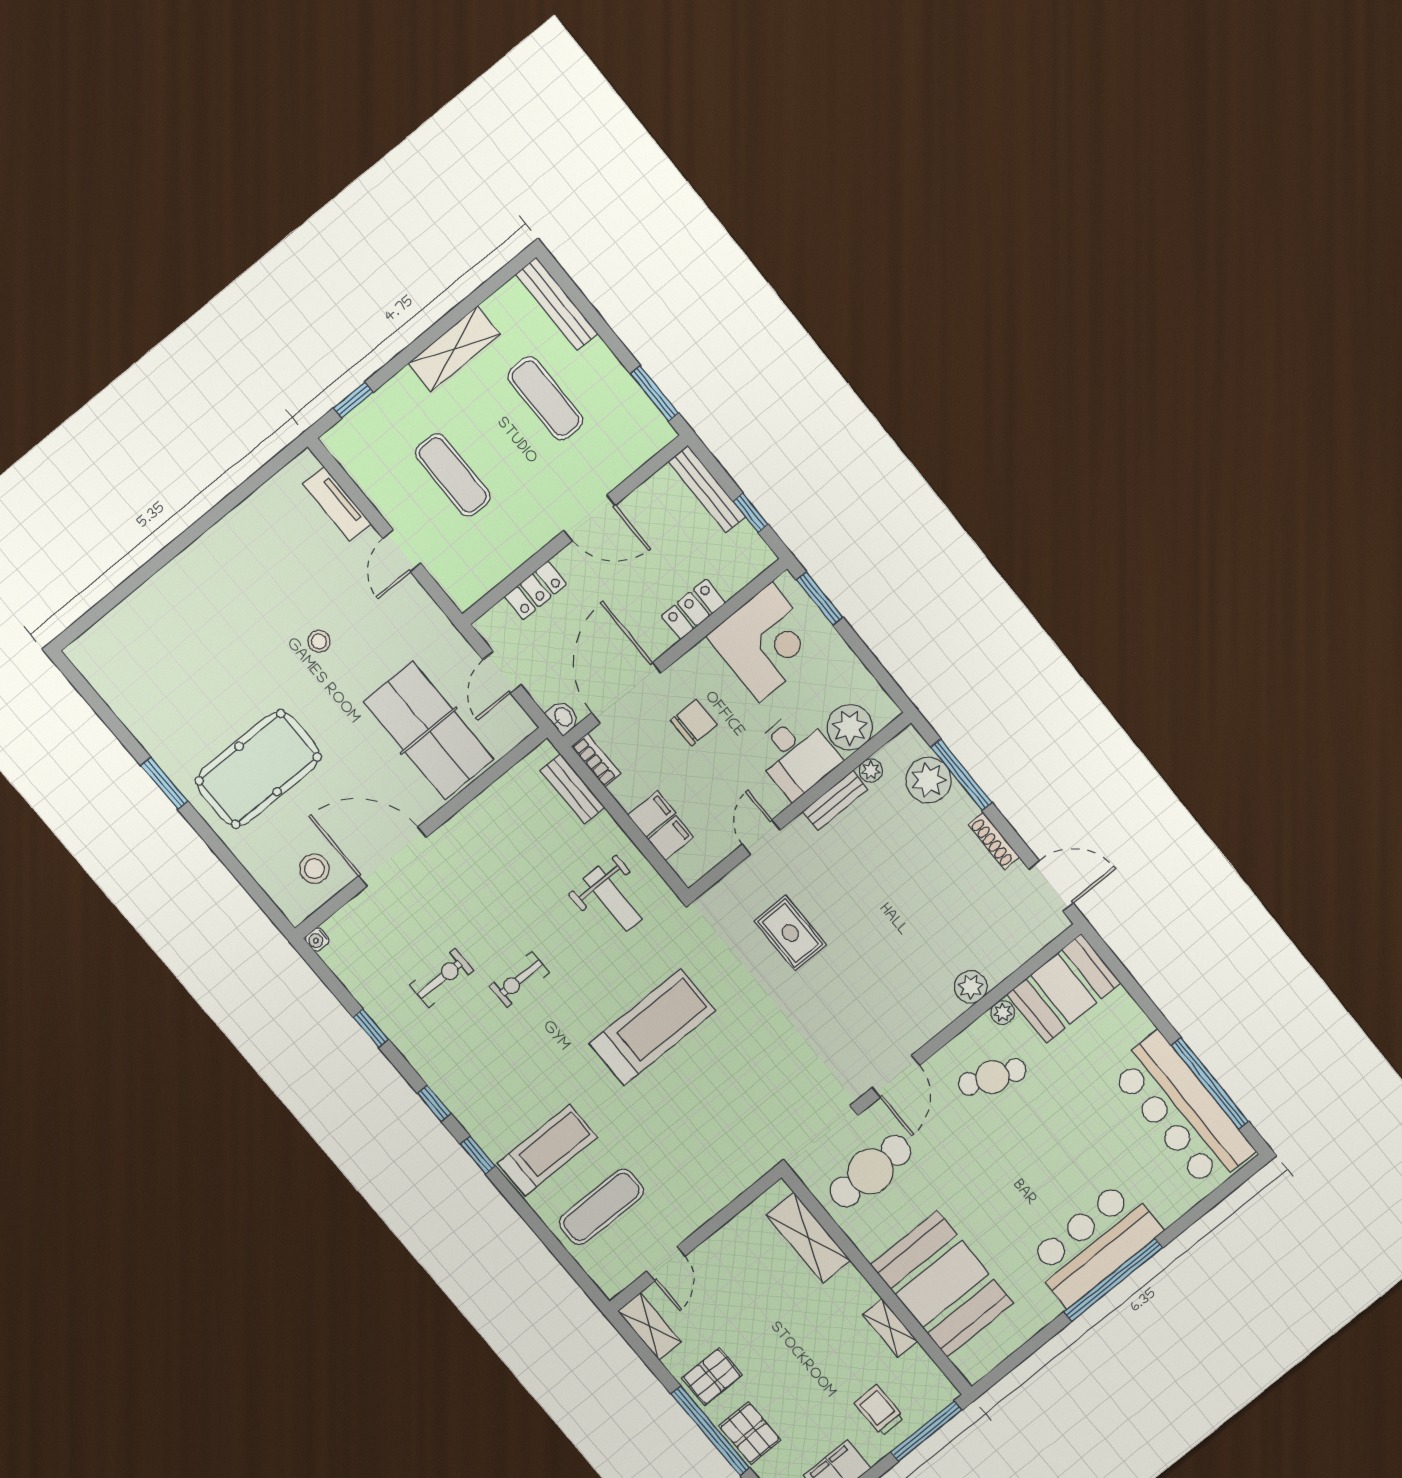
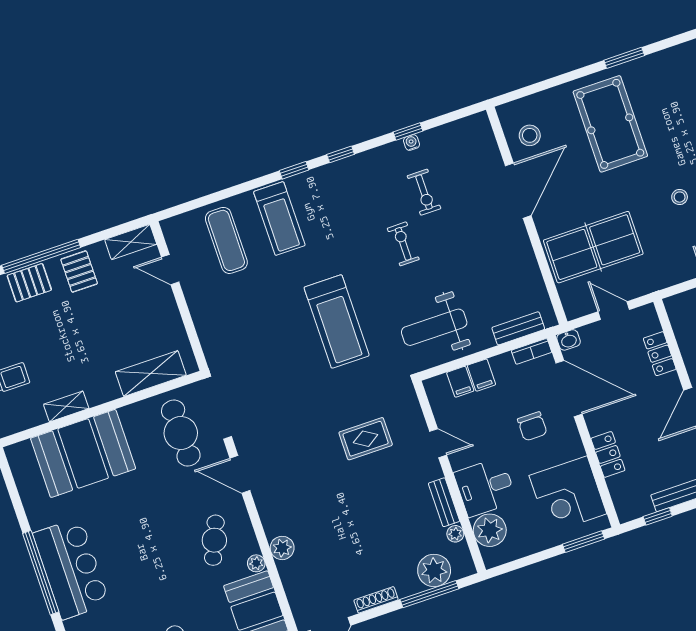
weight bench: (612, 899) -> (434, 327), width x1.36, depth x1.33
water cooler: (317, 940) -> (411, 143), moved

